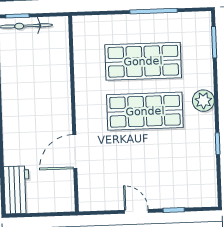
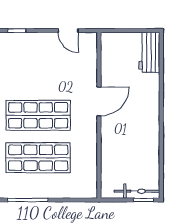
door: (75, 152) -> (99, 101), moved
door: (136, 211) -> (68, 31), moved

